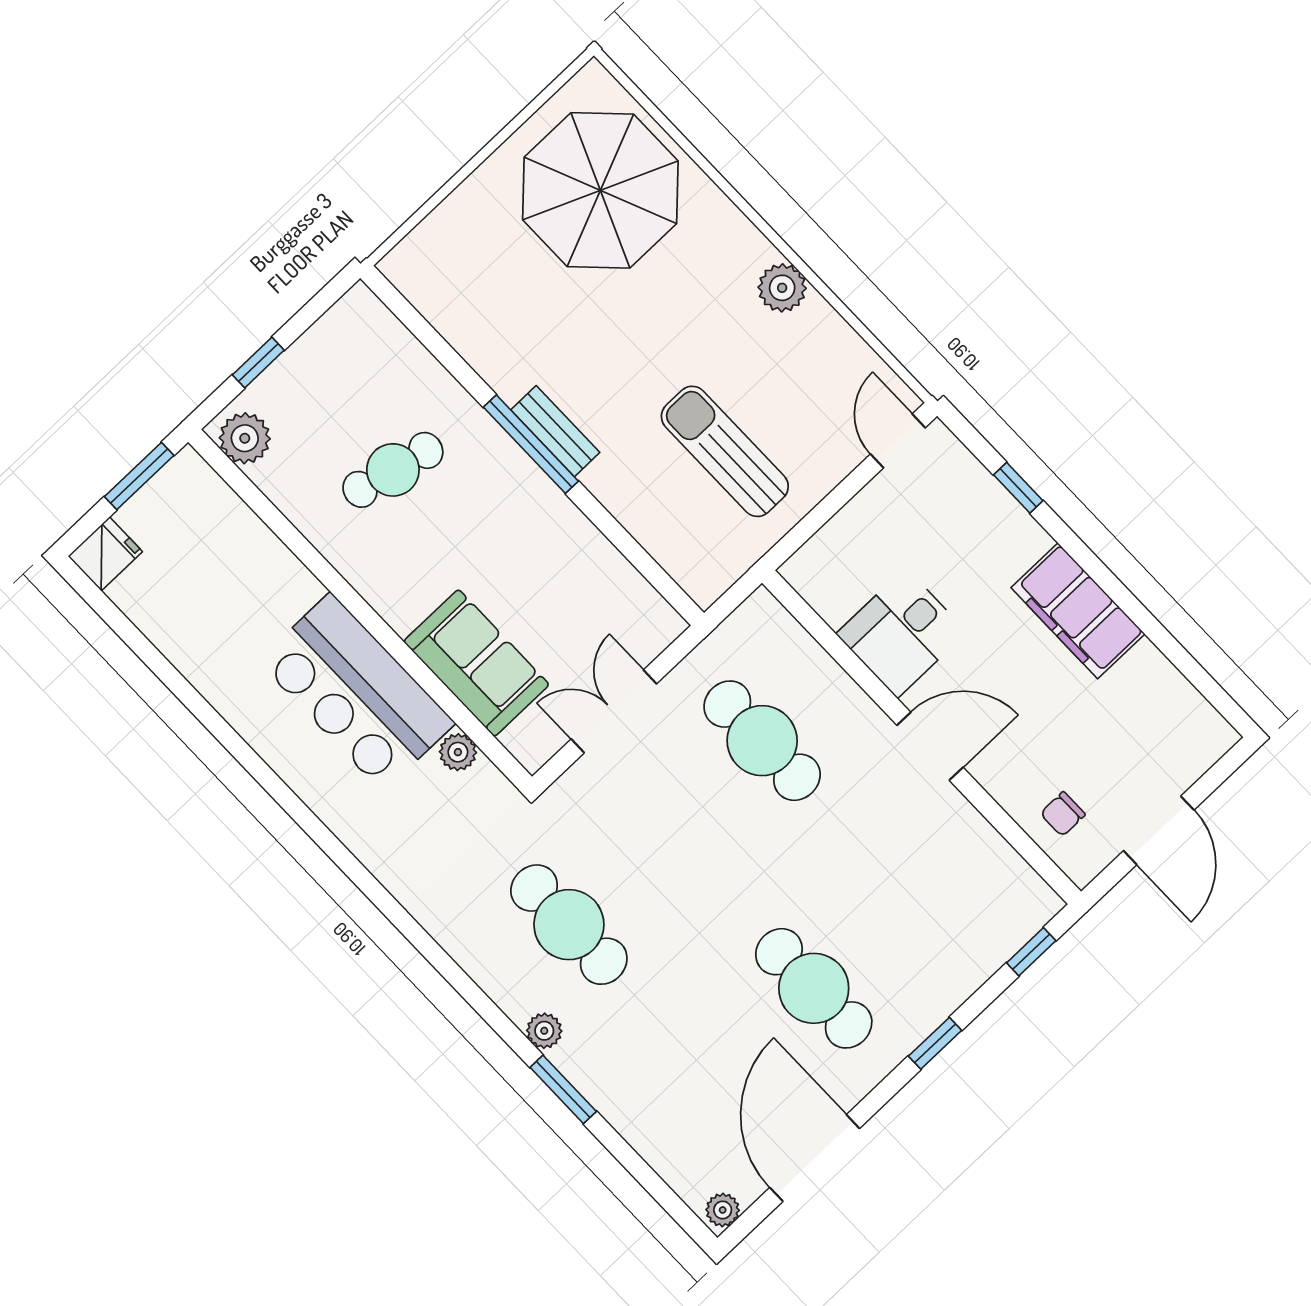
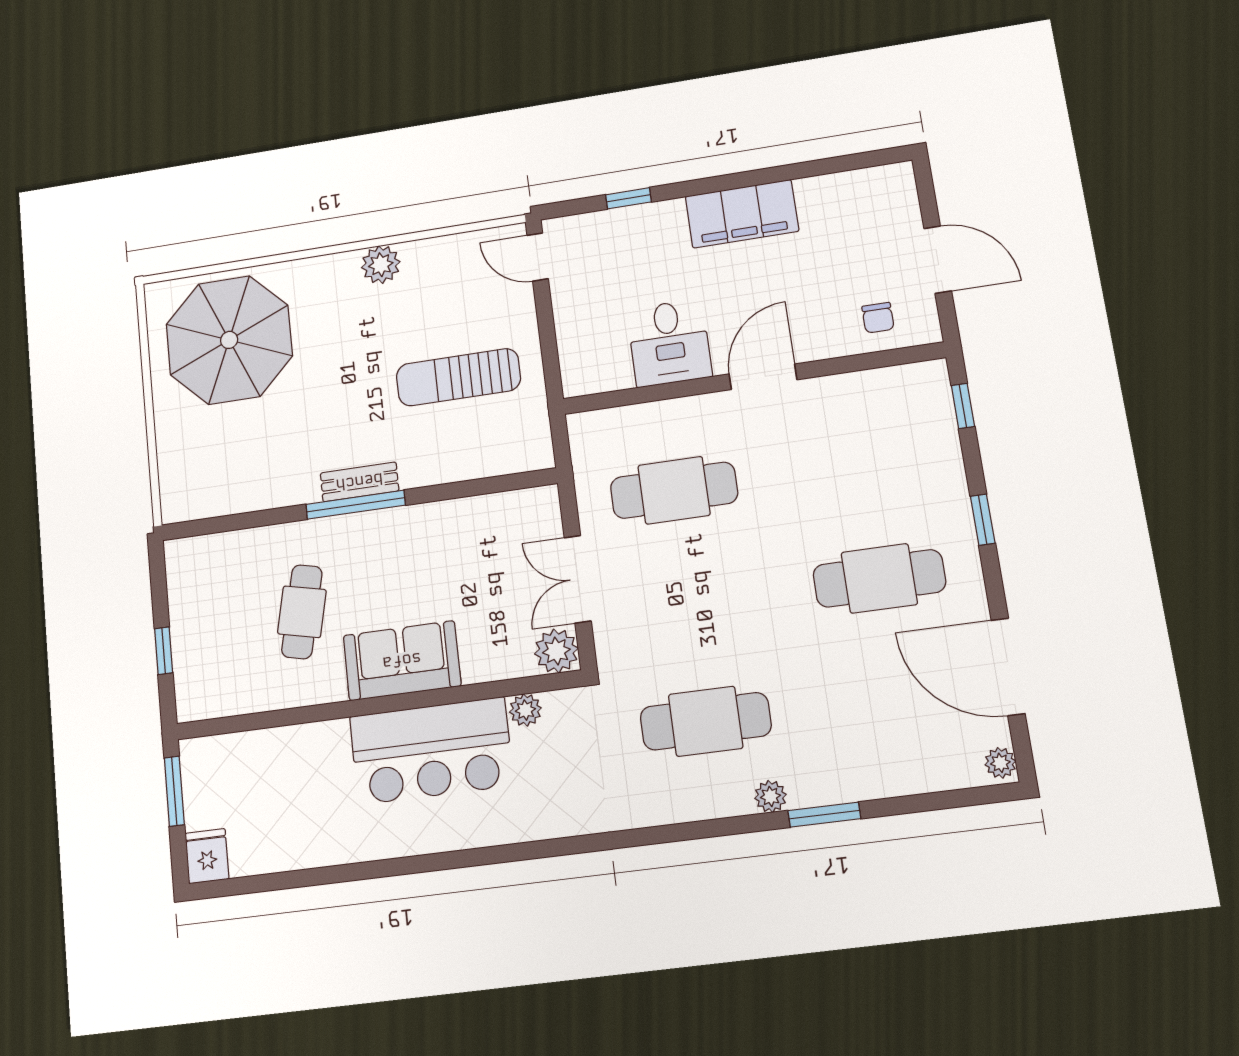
plant: (245, 438) -> (556, 651), moved
sofa: (476, 663) -> (402, 661), moved

